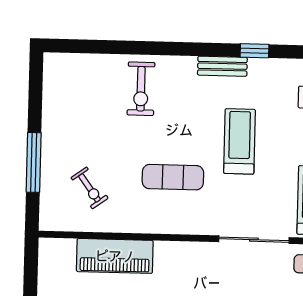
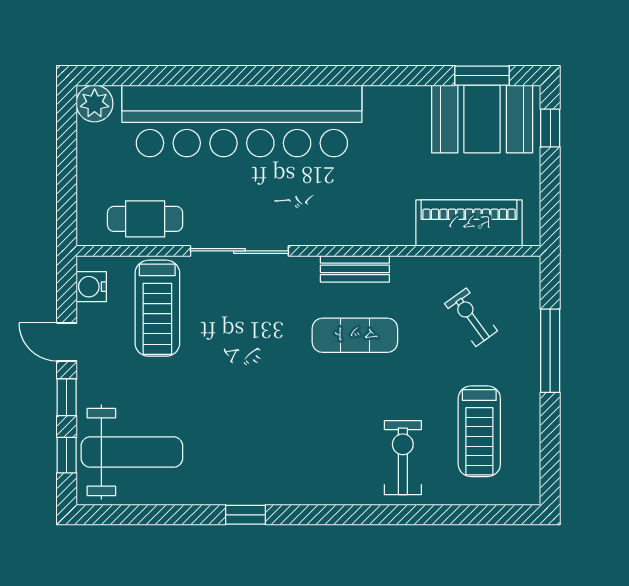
bench: (222, 66) -> (355, 269), moved
treadmill: (239, 141) -> (479, 431), moved
piano: (115, 256) -> (469, 223), moved

